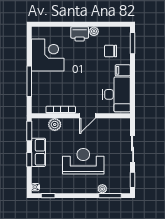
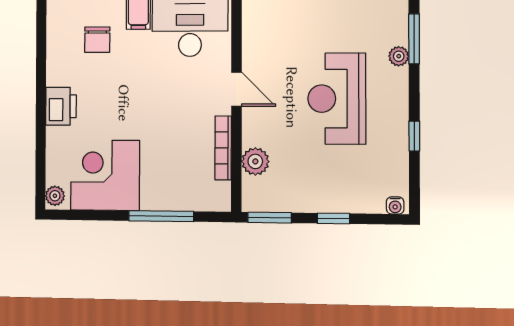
plant: (94, 31) -> (55, 196), moved
row of seats: (38, 152) -> (317, 198), removed
window: (48, 196) -> (414, 136), moved

